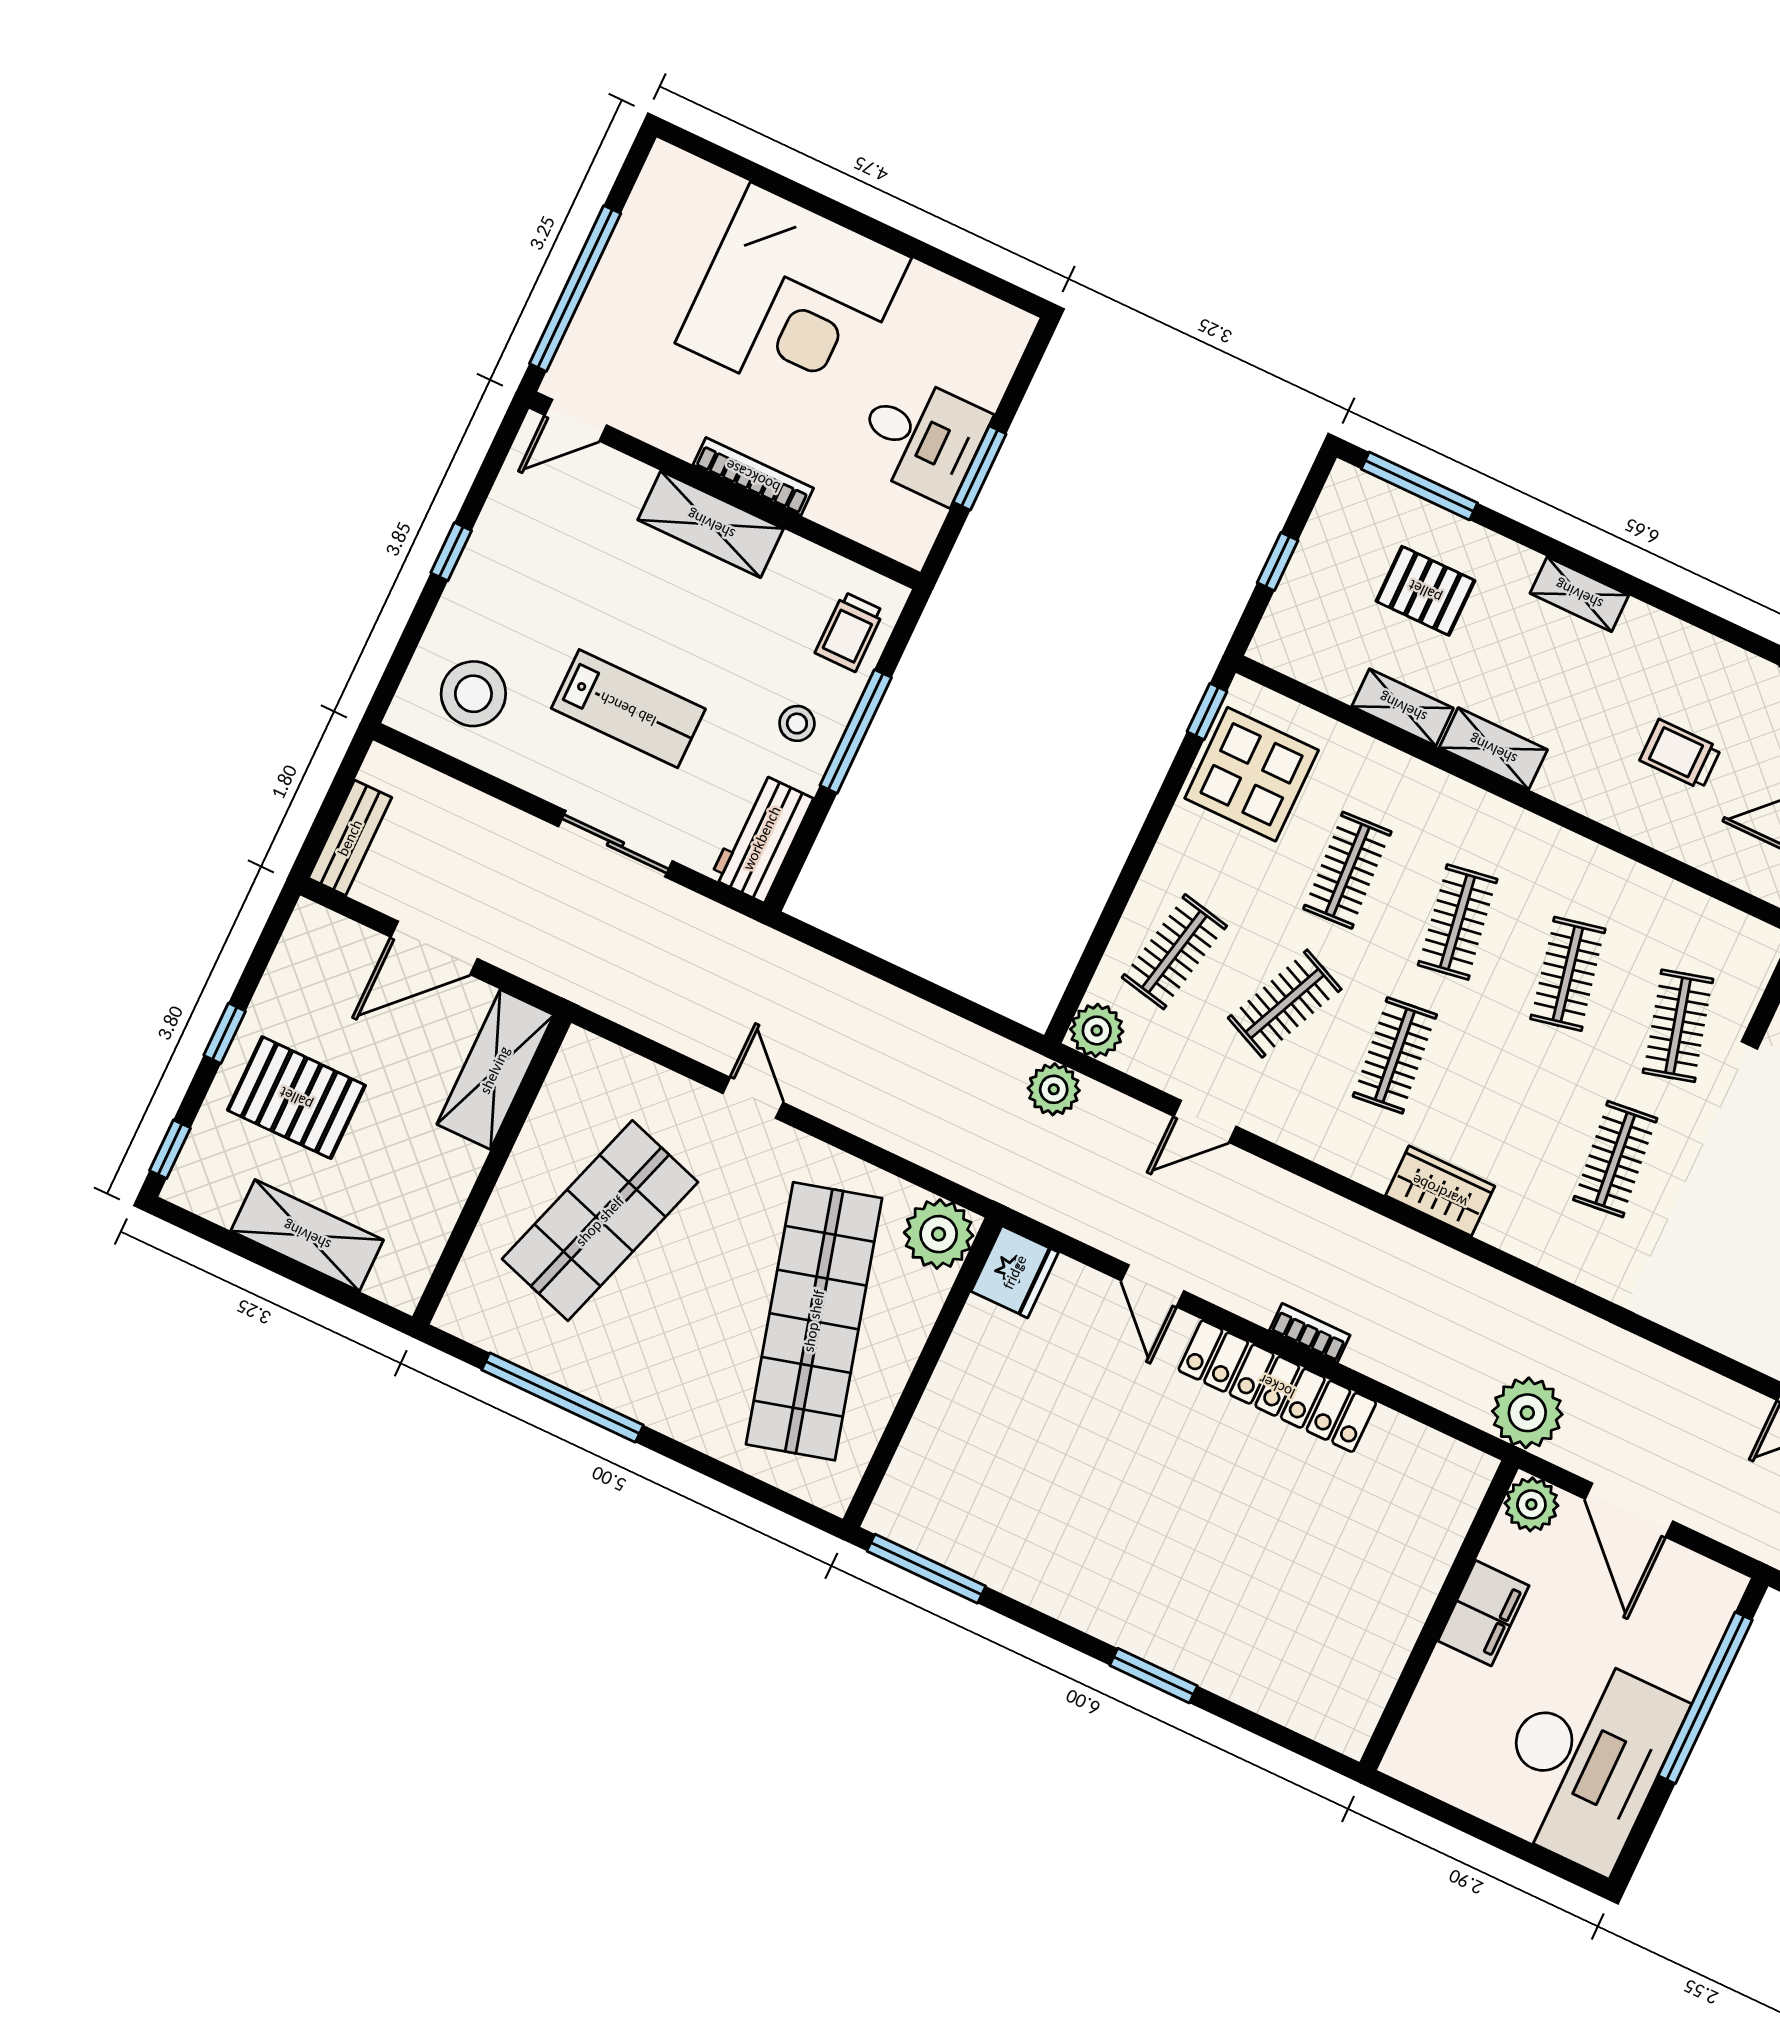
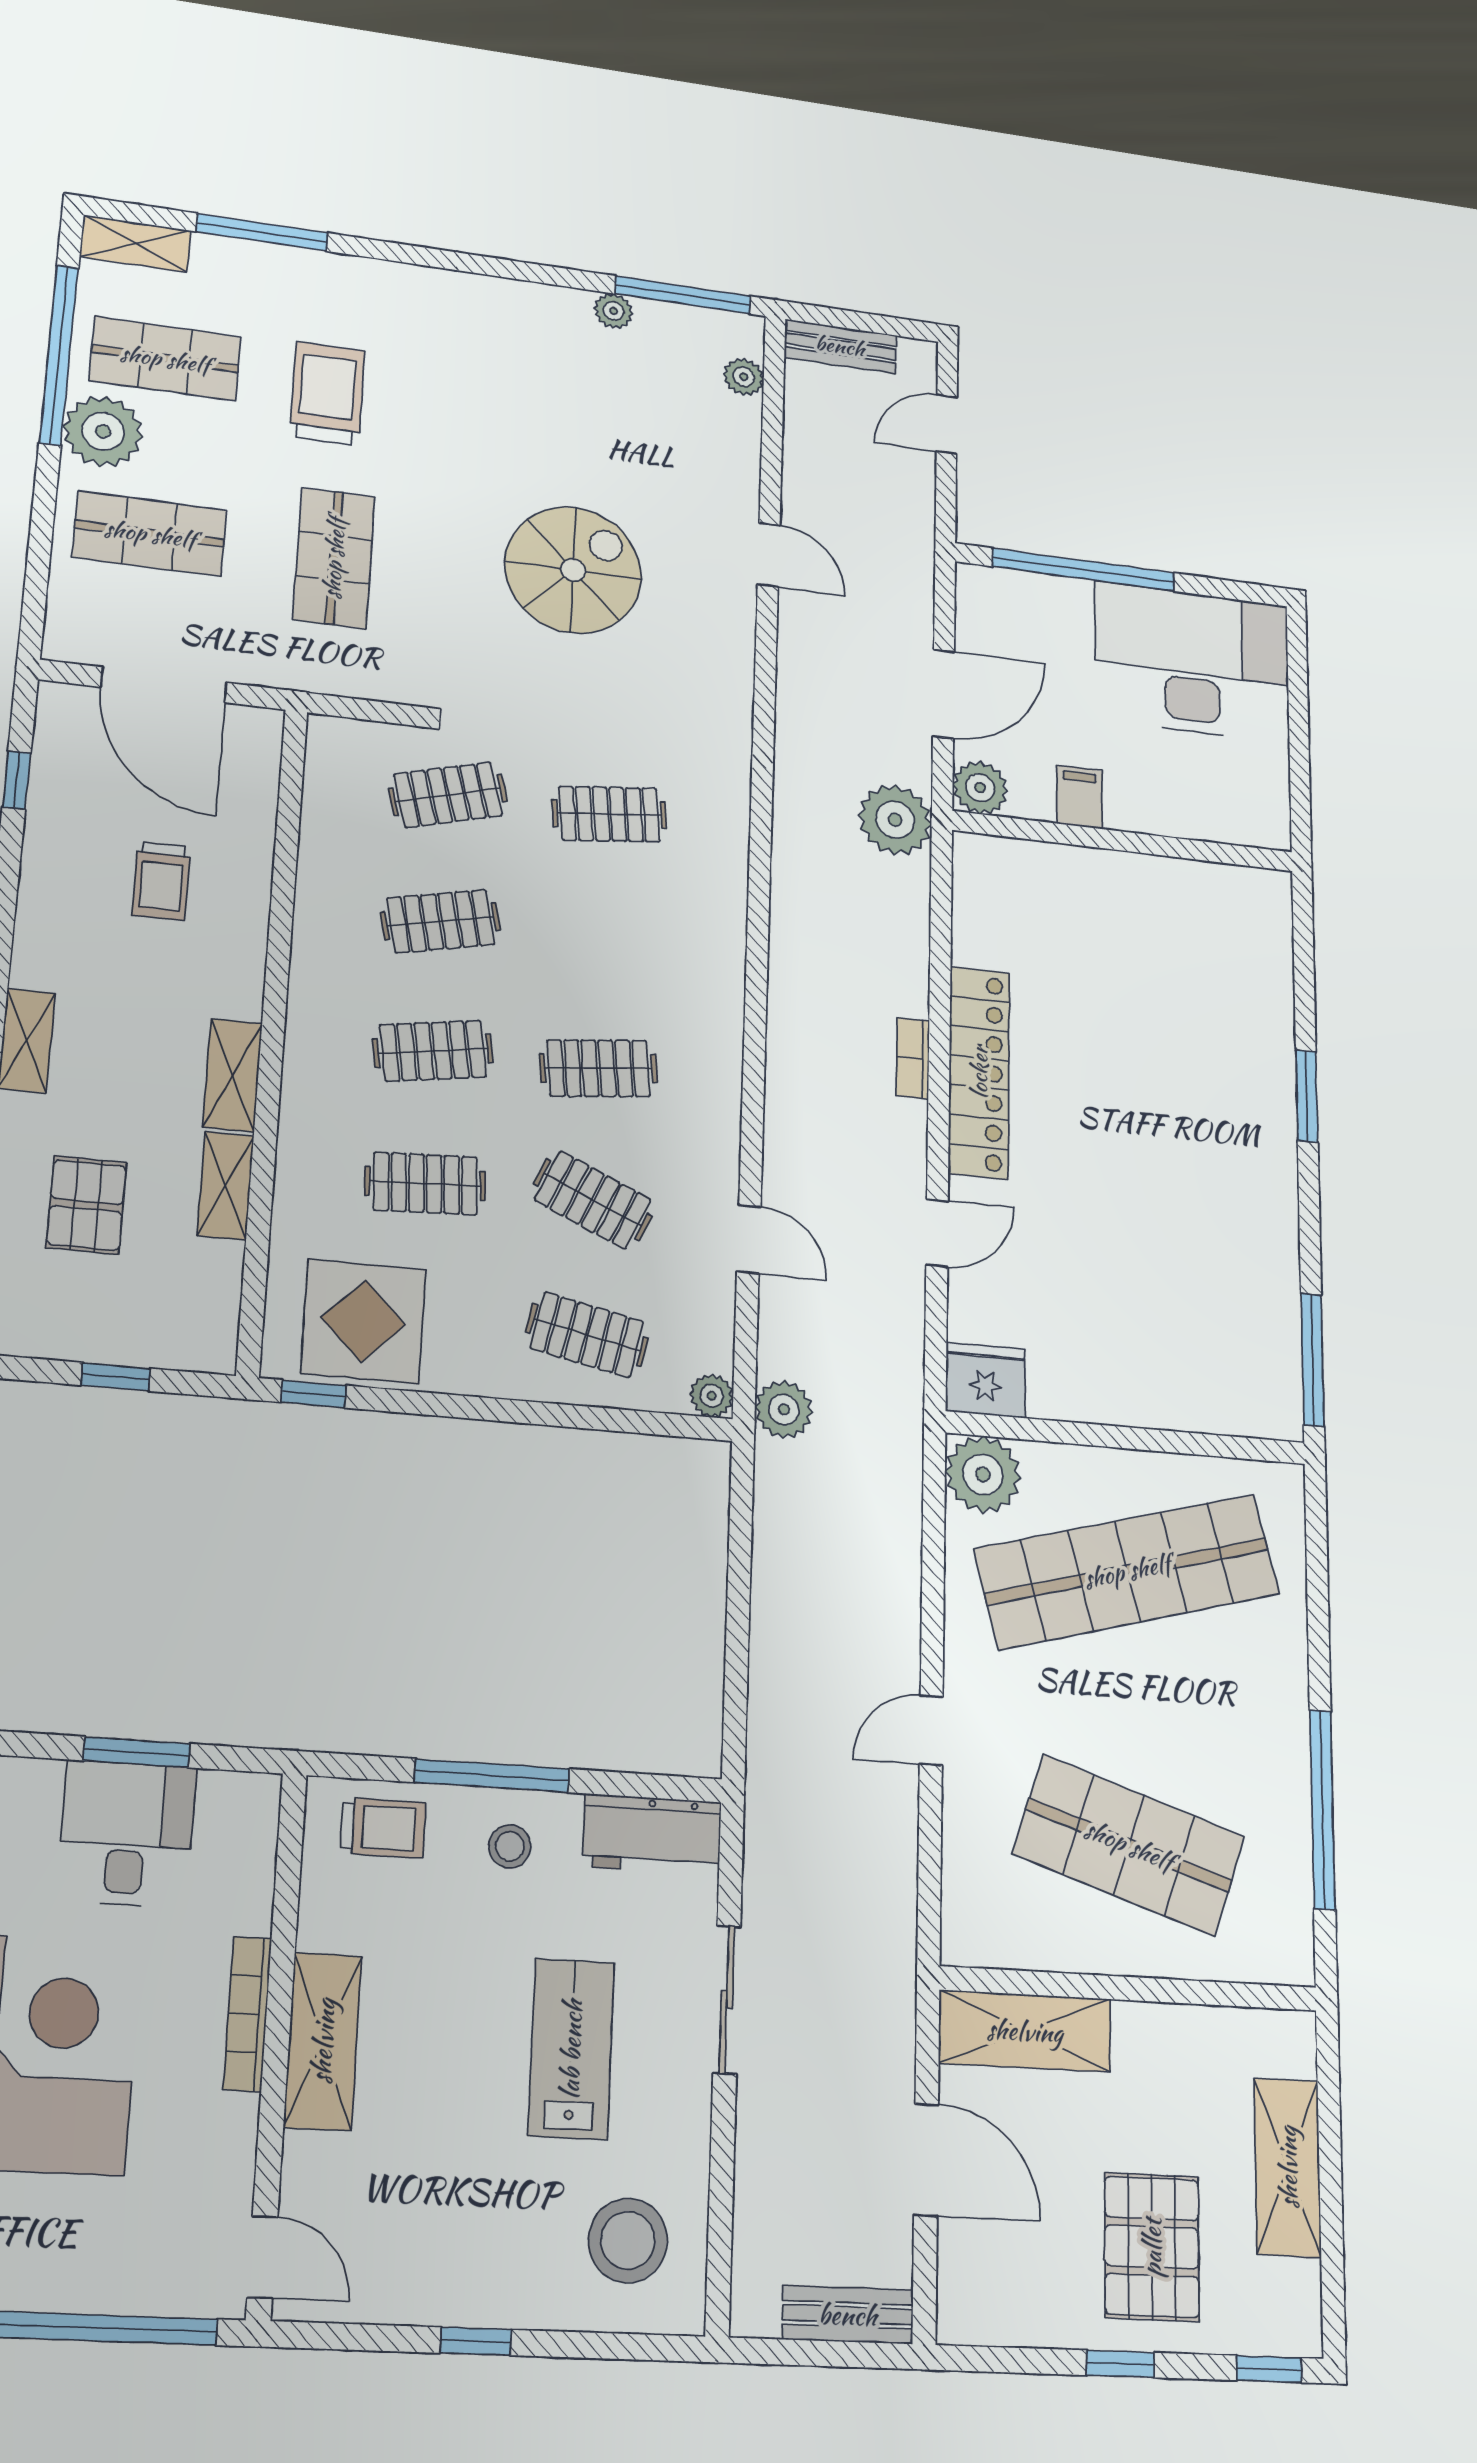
plant: (1097, 1030) -> (712, 1396), width x0.73, depth x0.73
wardrobe: (1440, 1191) -> (716, 976), removed
filing cabinet: (1483, 1613) -> (1079, 797), width x0.50

